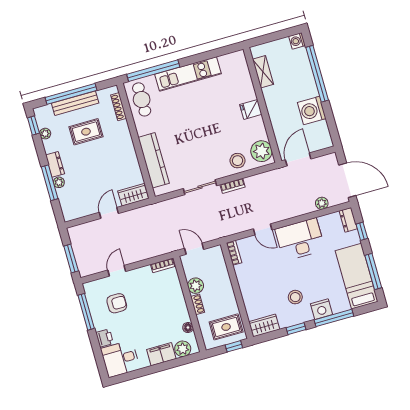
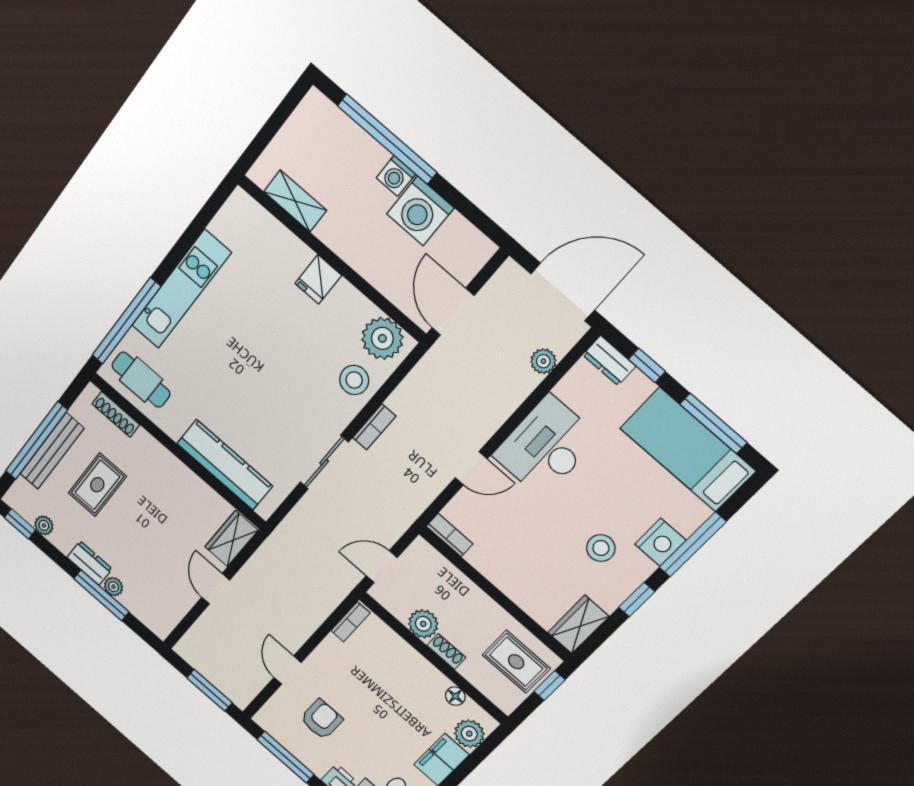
washing machine: (297, 41) -> (396, 176), moved
rug: (226, 327) -> (516, 662), turned 90

